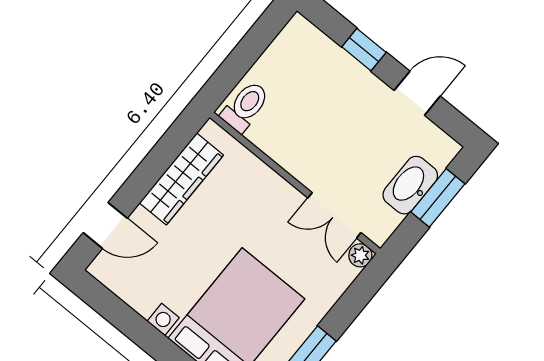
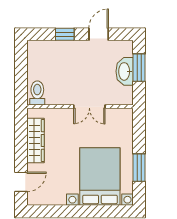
double door: (334, 215) -> (89, 107), moved
plant: (360, 255) -> (127, 114), removed

